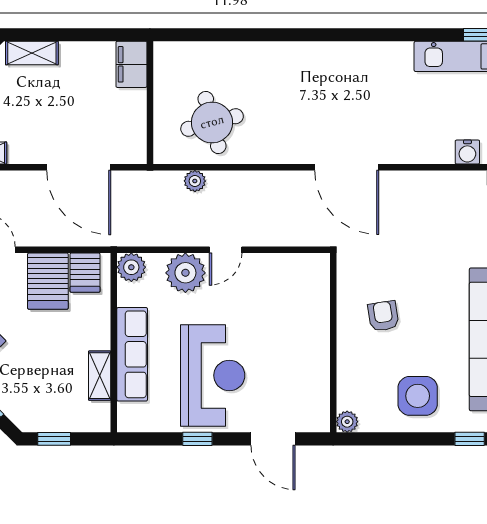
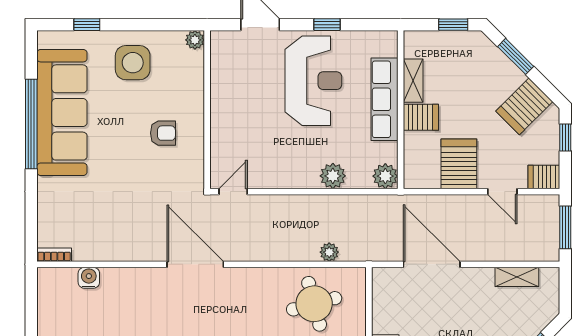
door: (226, 250) -> (233, 192), moved
server rack: (85, 273) -> (421, 117), moved, turned 90
plant: (185, 273) -> (333, 176), width x0.73, depth x0.73
armchair: (383, 316) -> (163, 133), turned -81
reception desk: (213, 375) -> (313, 81), turned 180

